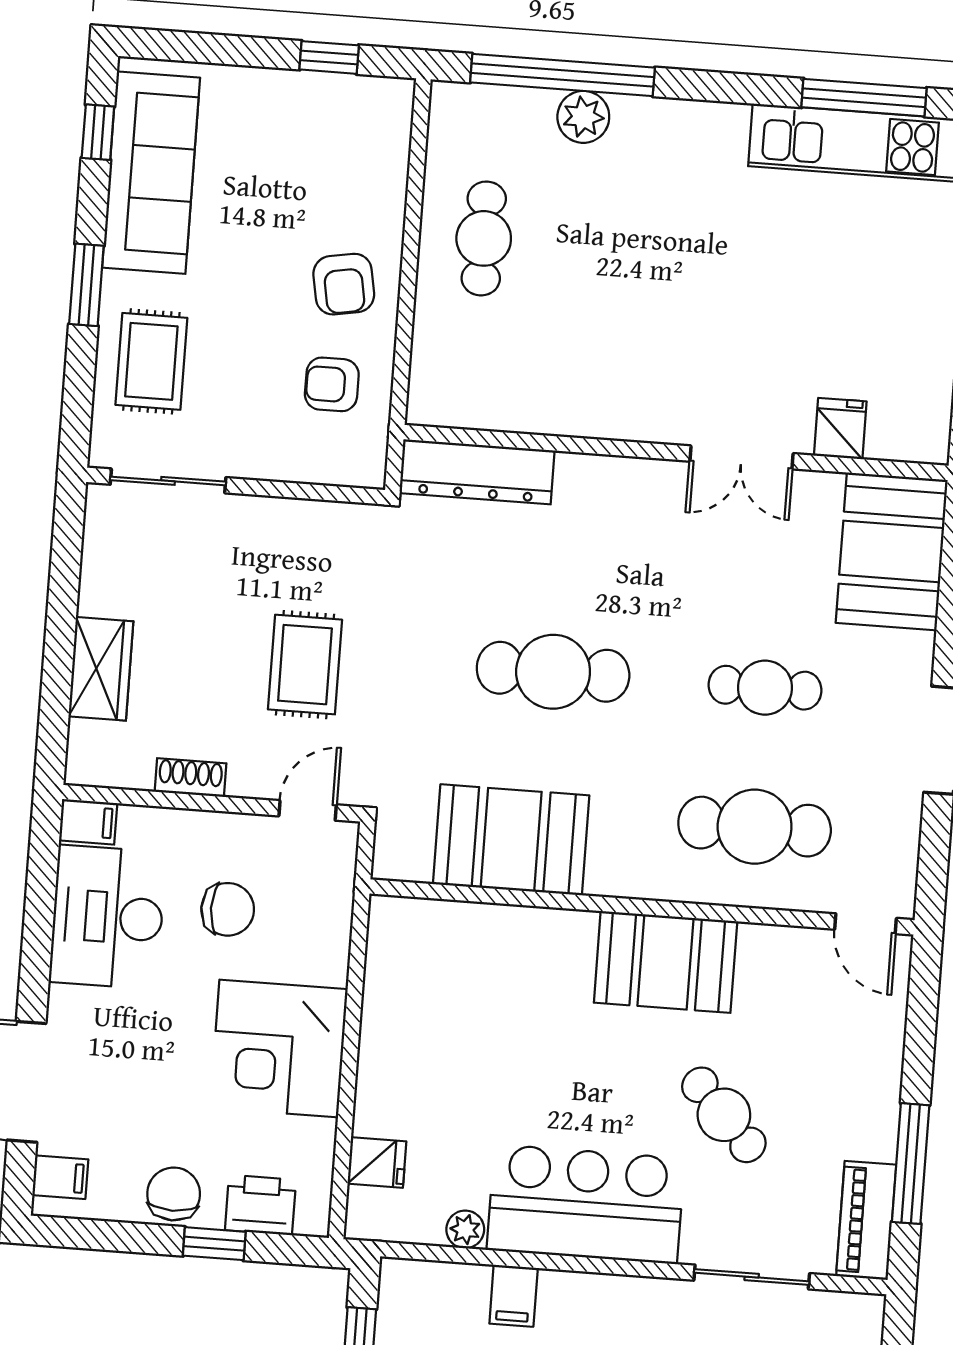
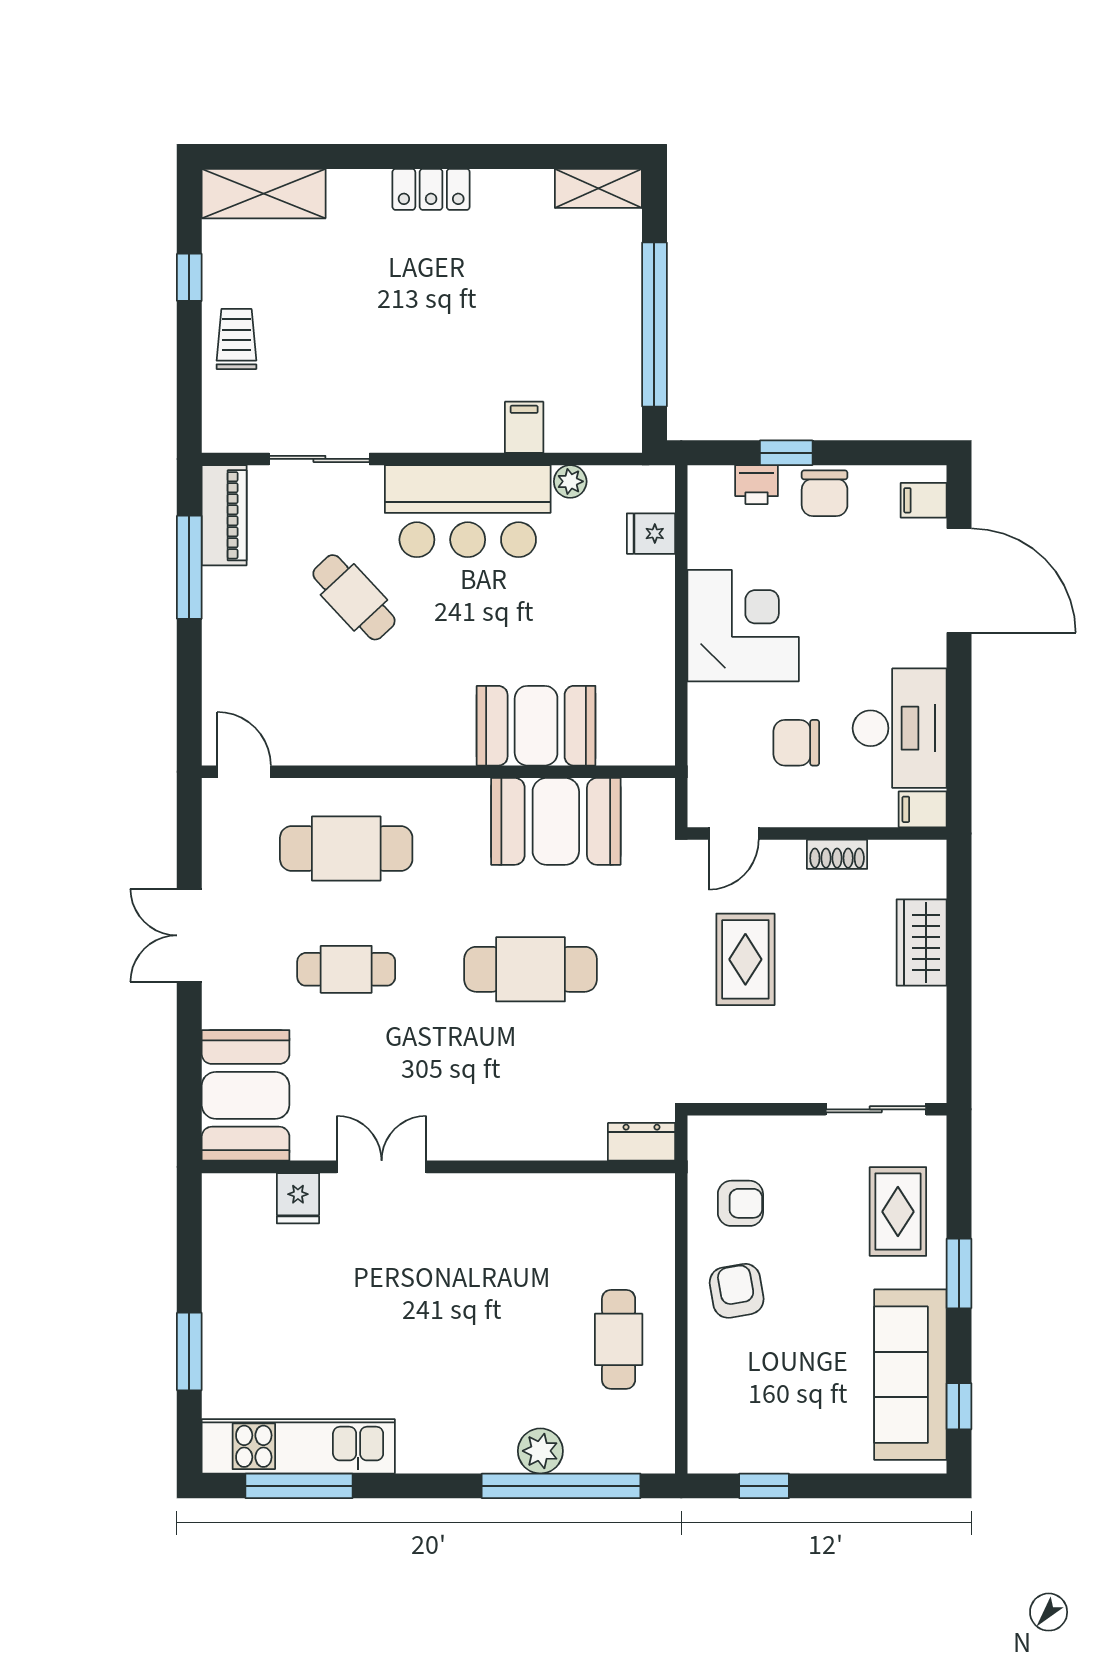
dresser: (477, 472) -> (641, 1142), width x0.51, depth x0.80
booth: (666, 962) -> (536, 726), moved
printer: (260, 1205) -> (757, 485), width x0.73, depth x0.81

